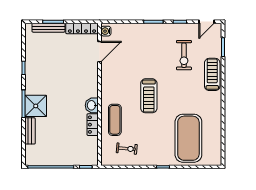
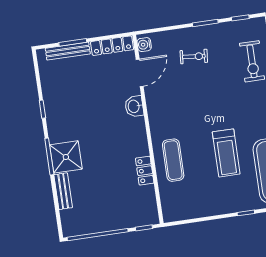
treadmill: (149, 96) -> (226, 153), moved
washbasin: (92, 105) -> (134, 106), moved
exercise bike: (127, 149) -> (194, 56), moved

